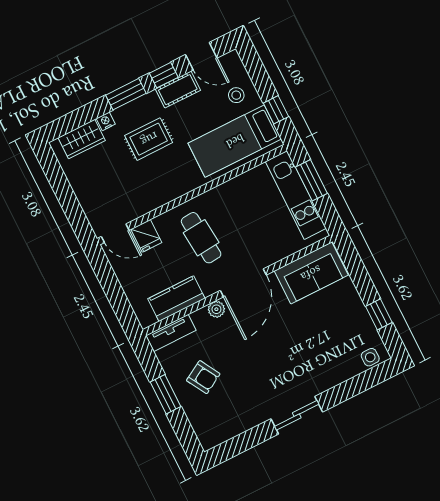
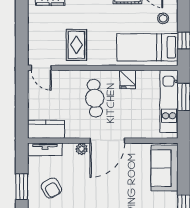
rug: (149, 139) -> (76, 45), moved, turned 90
fridge: (146, 236) -> (128, 79), moved
sofa: (311, 273) -> (165, 168), moved, turned 90
kitchen counter: (176, 299) -> (46, 129), moved

